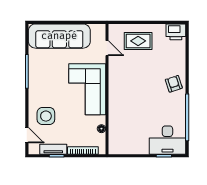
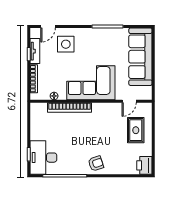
bookcase: (114, 112) -> (70, 107), added

